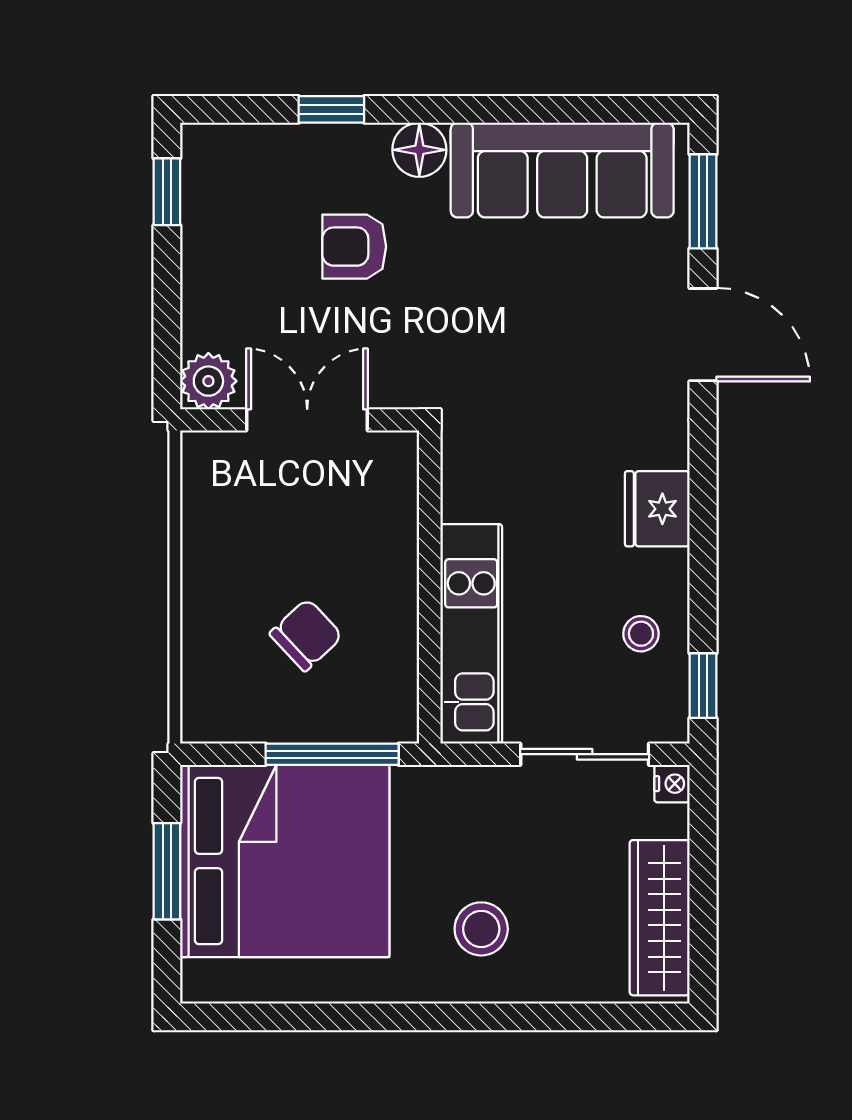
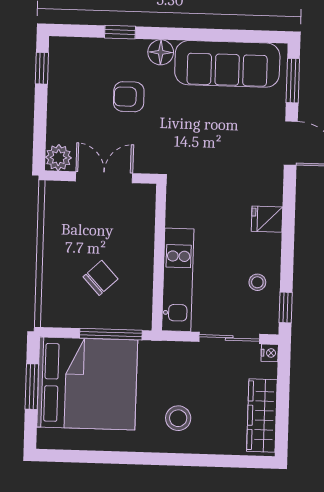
fridge: (657, 509) -> (267, 219), width x0.72

